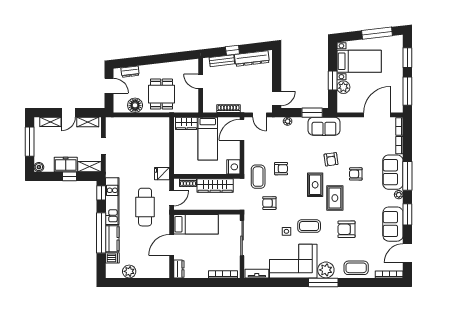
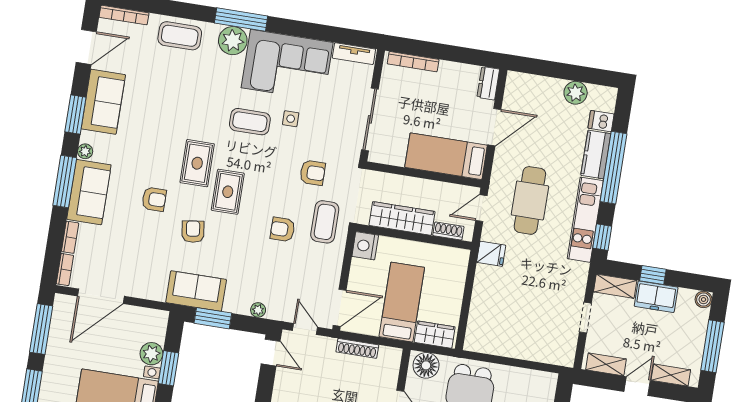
door: (277, 98) -> (271, 353), swing flipped
floor lamp: (135, 105) -> (426, 365), moved
armchair: (346, 229) -> (186, 106), removed

